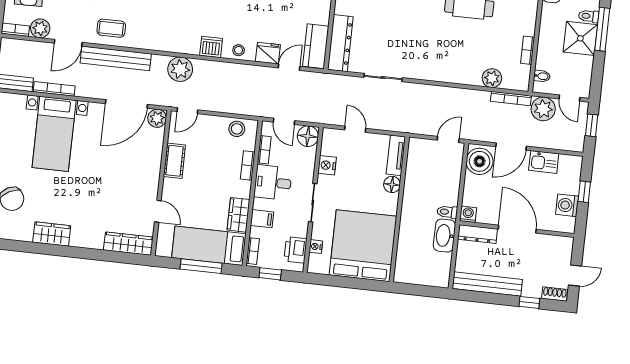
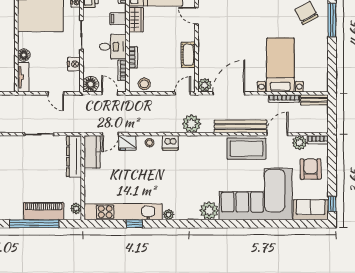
coffee table: (111, 28) -> (246, 149), width x1.86, depth x1.72

